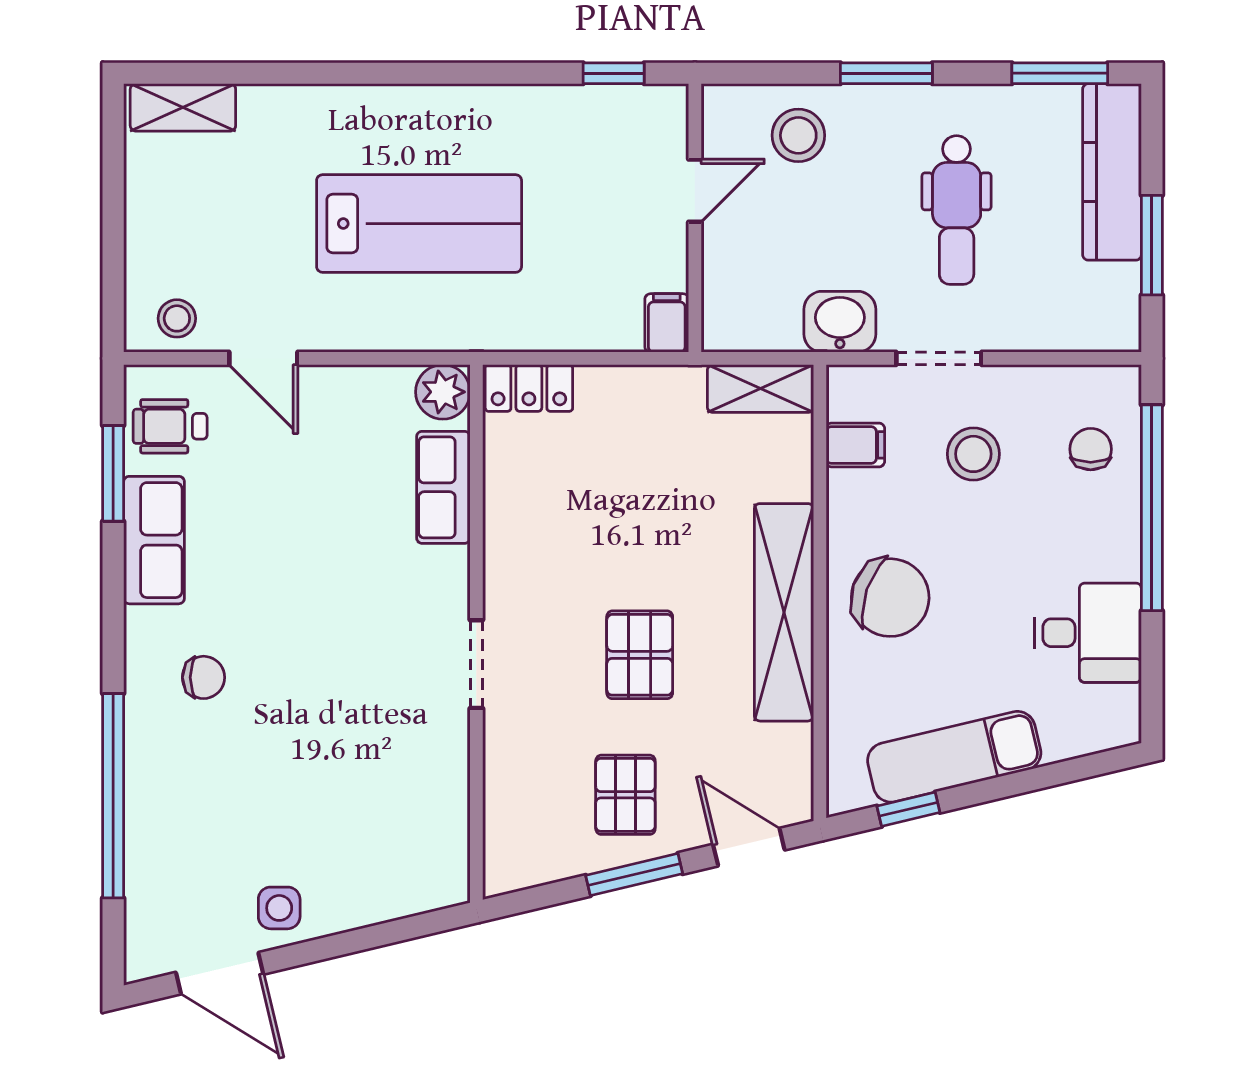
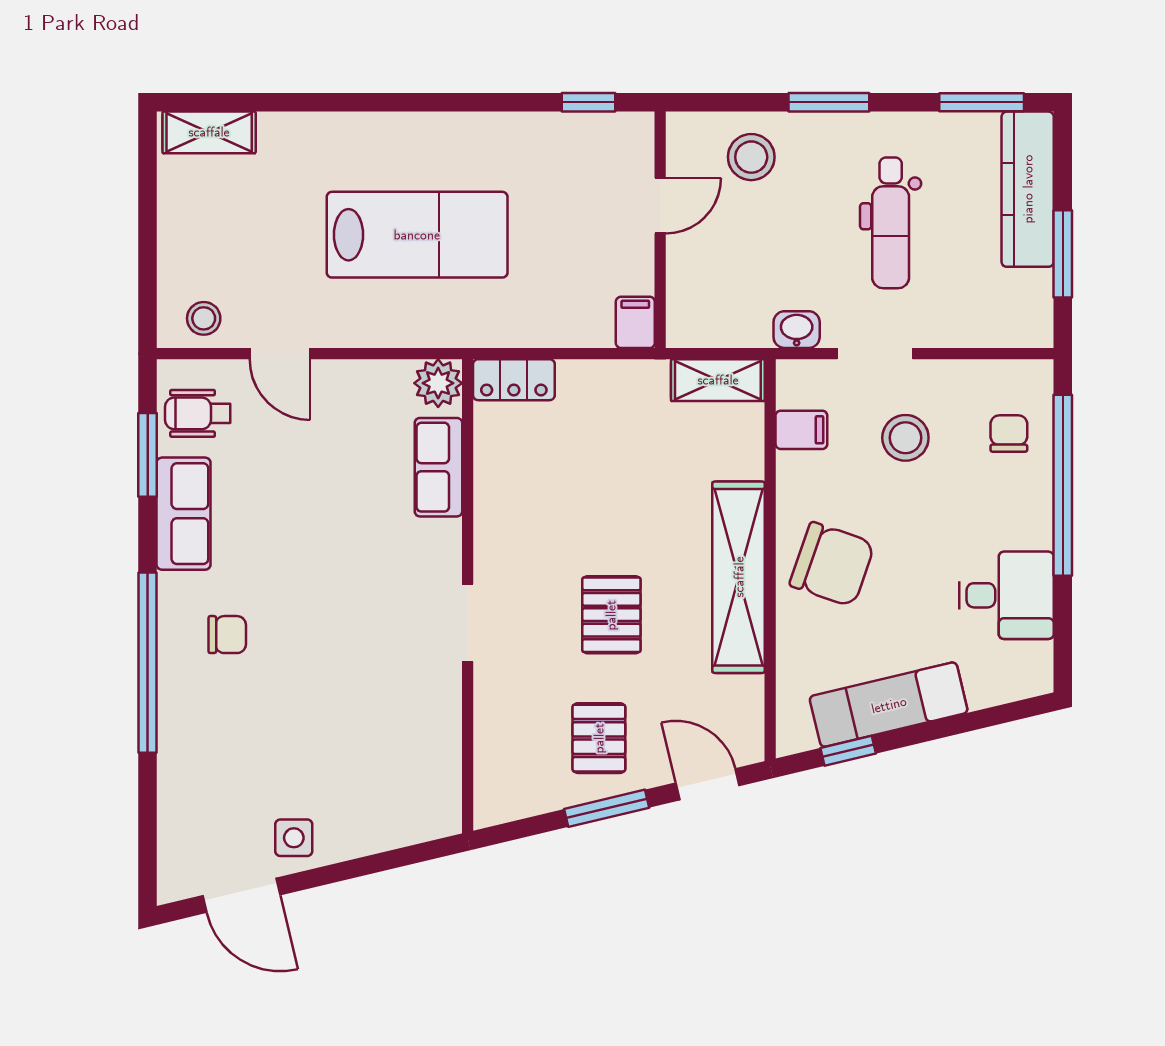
washbasin: (840, 322) -> (797, 330), width x0.72, depth x0.69
window: (113, 796) -> (148, 663), moved

